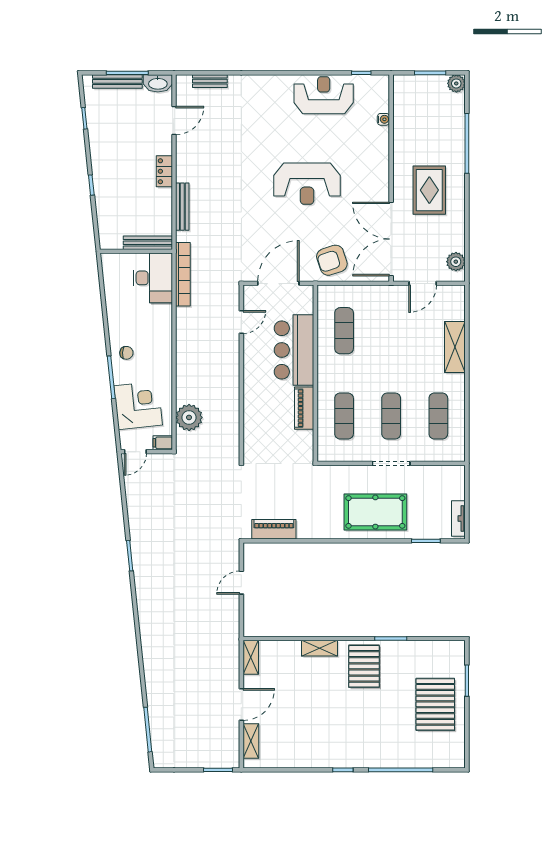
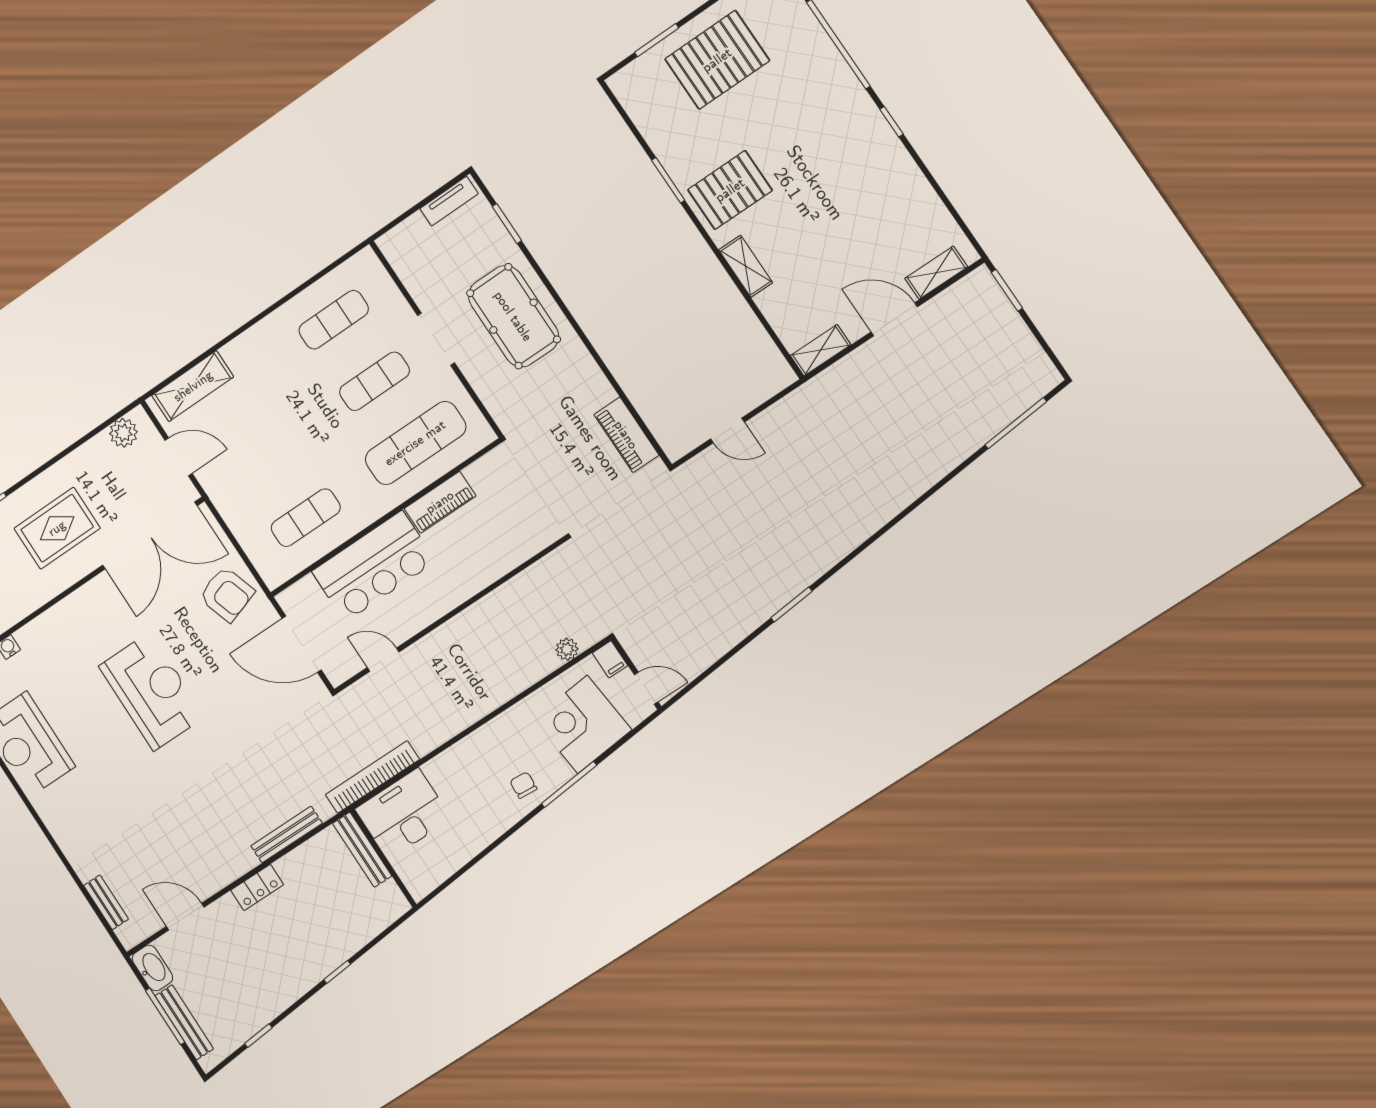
shelving: (455, 347) -> (193, 386), moved
exercise mat: (344, 416) -> (415, 443), width x1.36, depth x1.45
plant: (189, 417) -> (567, 649), width x0.53, depth x0.53

